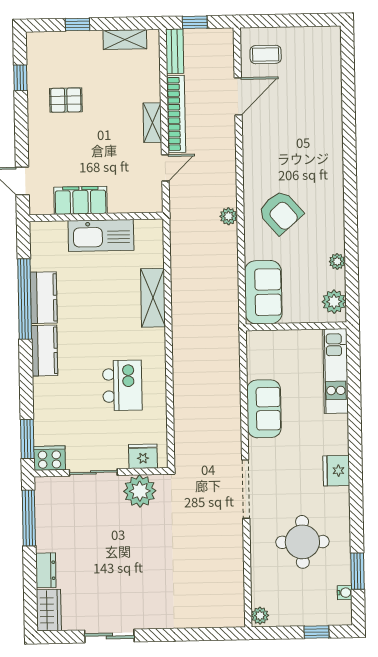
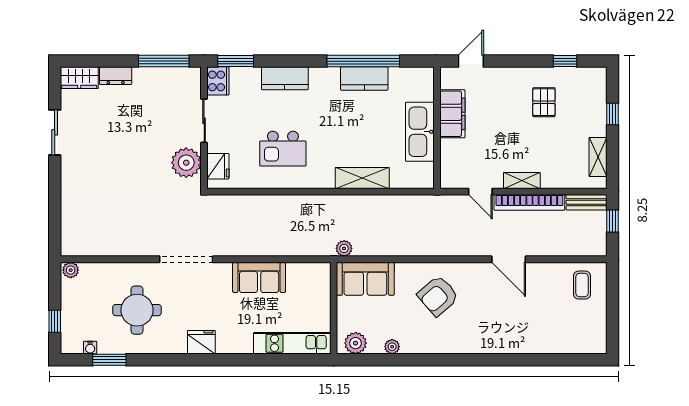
door: (238, 96) -> (509, 259), moved
plant: (229, 216) -> (344, 248), moved
kitchen counter: (44, 351) -> (285, 78), moved

